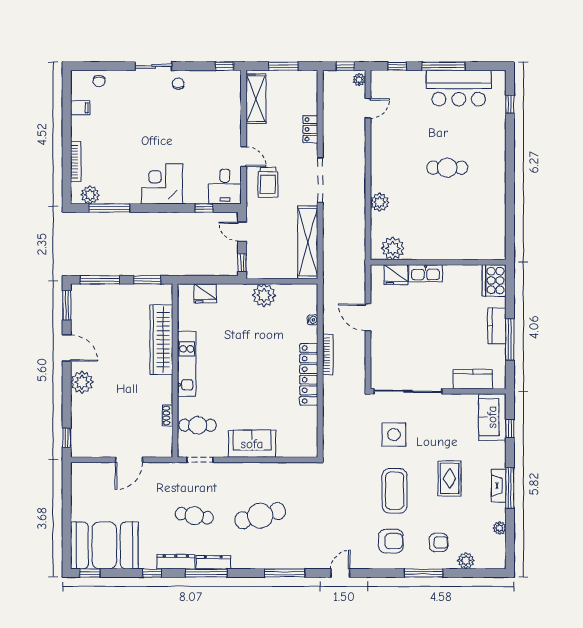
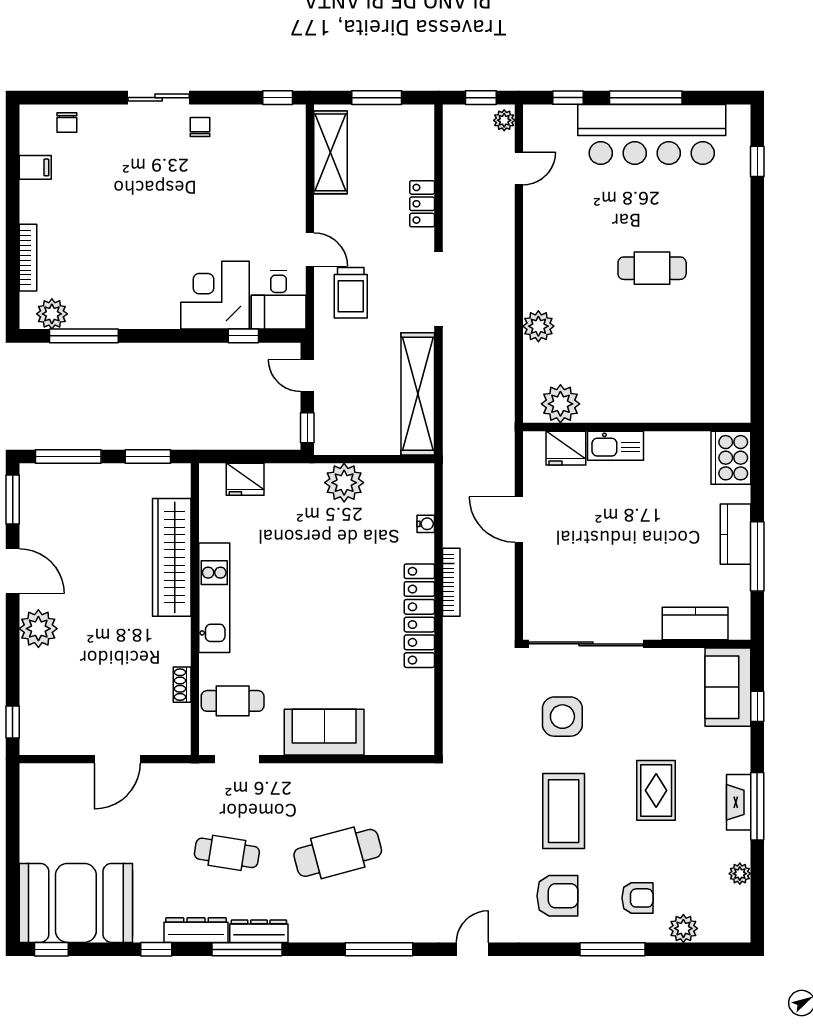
bar counter: (459, 88) -> (652, 134), width x1.36
corner desk: (162, 184) -> (215, 295), moved

